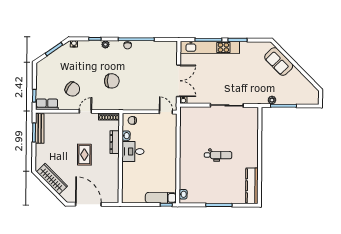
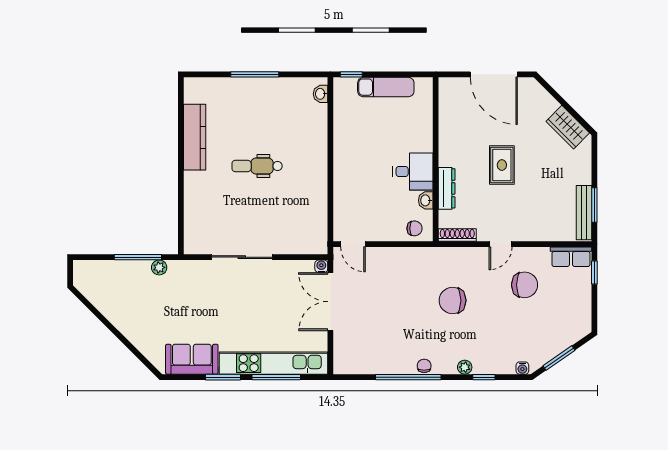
sofa: (279, 61) -> (192, 359), moved, turned -45
chair: (72, 89) -> (525, 285), turned 146
wardrobe: (52, 179) -> (568, 127), width x0.67
kitchen counter: (252, 186) -> (195, 137), moved
exam couch: (161, 198) -> (386, 87), moved

